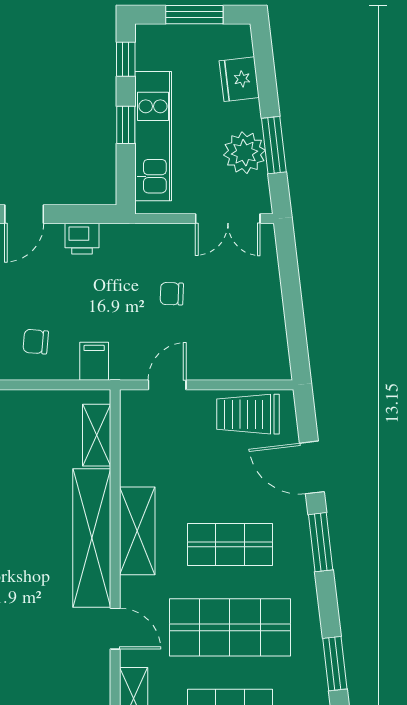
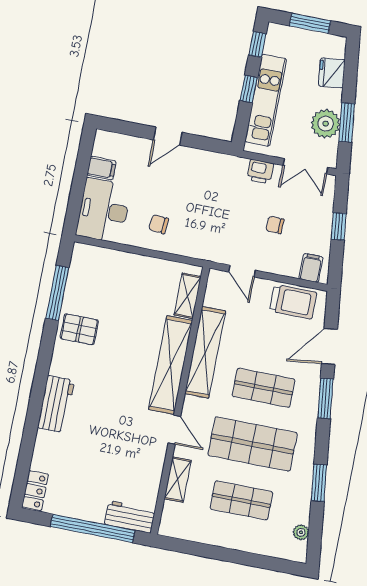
printer: (82, 239) -> (260, 171), moved
chair: (172, 294) -> (275, 225), moved
window: (292, 295) -> (339, 227), added
filing cabinet: (94, 361) -> (311, 268), moved
door: (167, 385) -> (242, 271), swing flipped
trolley: (248, 414) -> (293, 302), turned 180
door: (312, 467) -> (329, 346), hinge flipped
shelving: (137, 531) -> (205, 352), width x1.47

